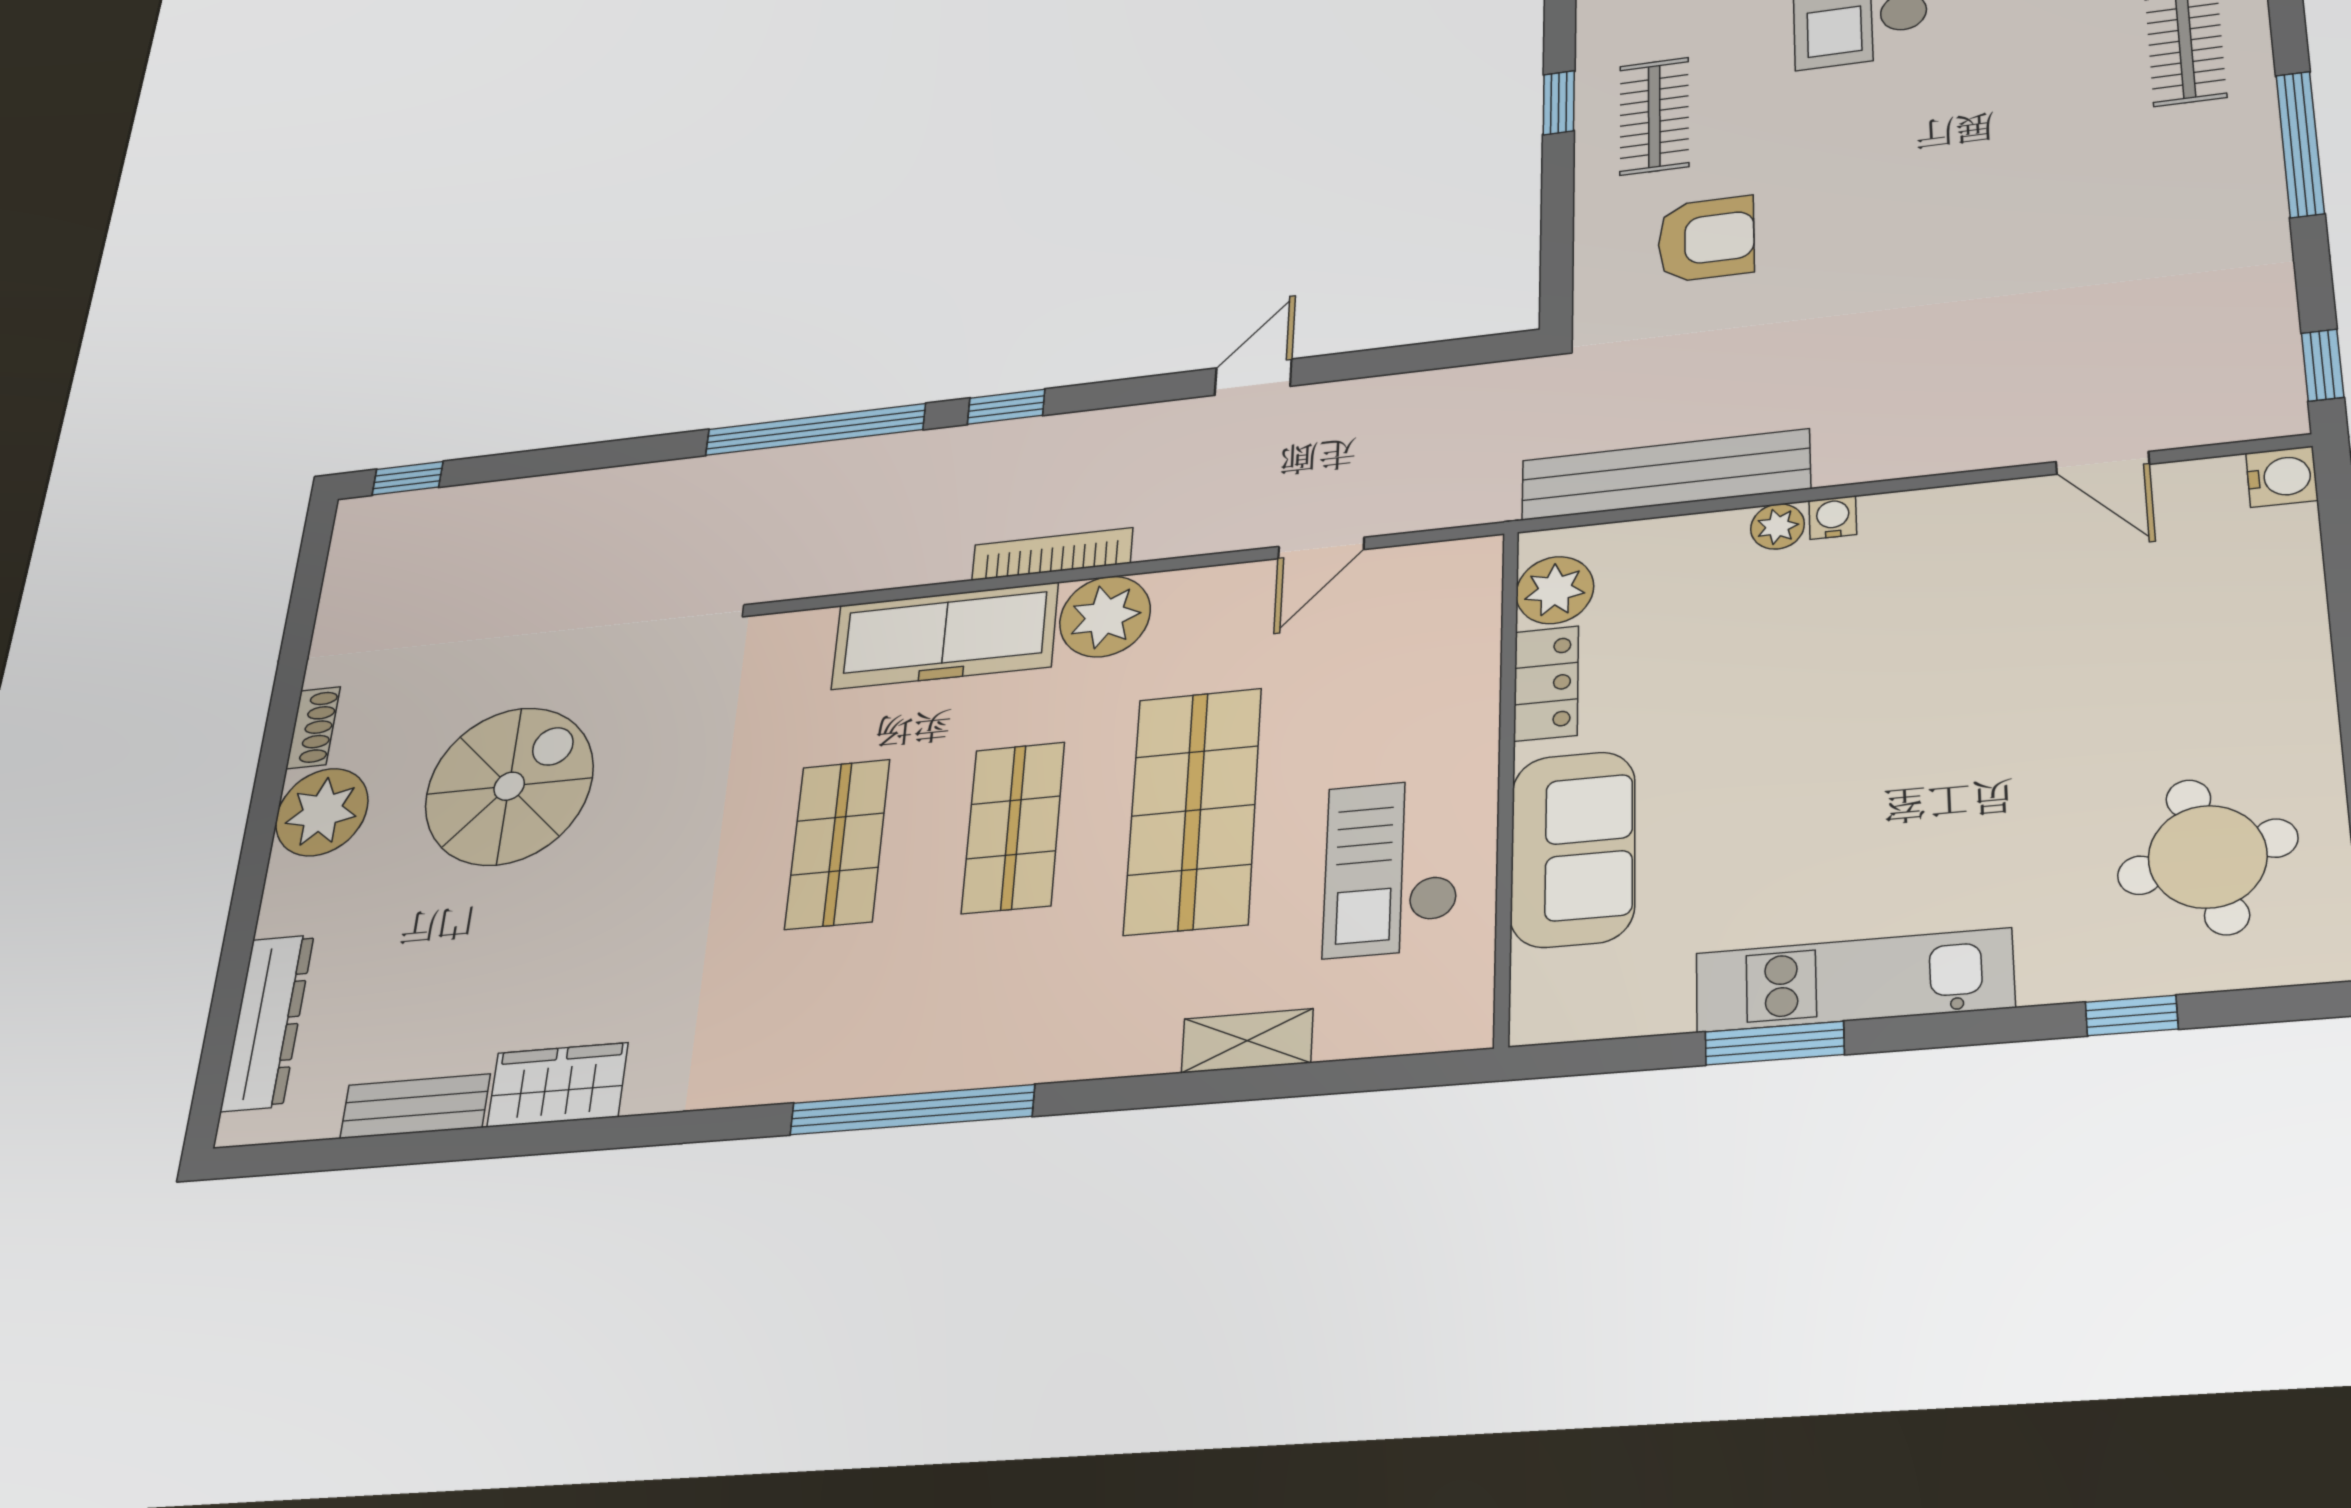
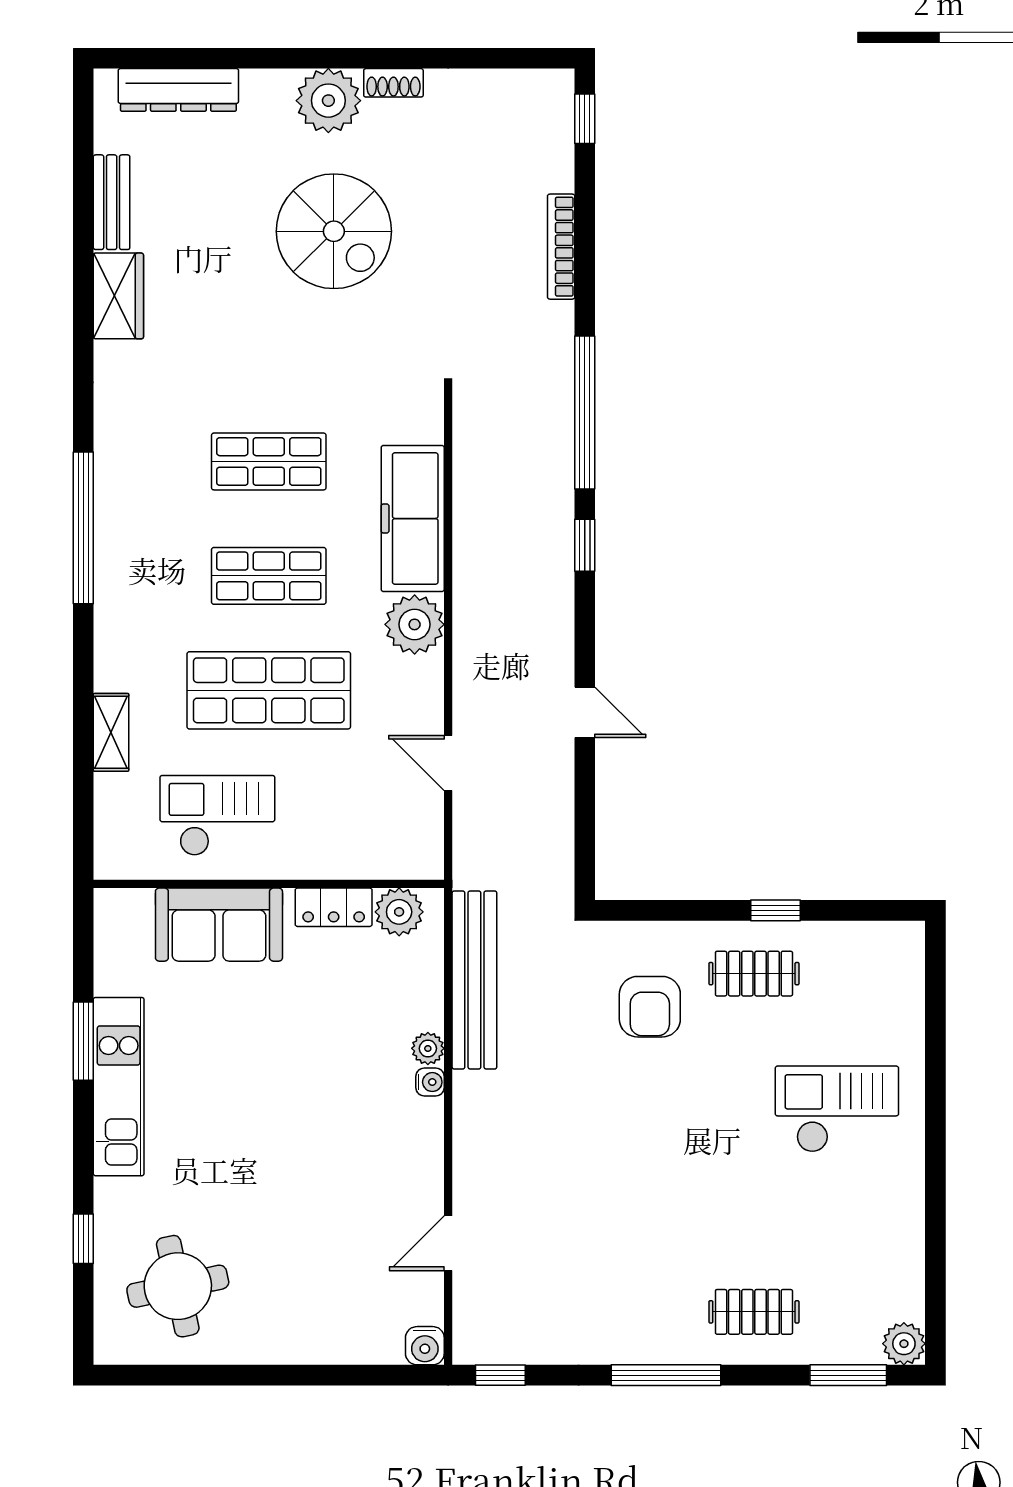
bookcase: (1052, 554) -> (561, 247), moved, turned 180

